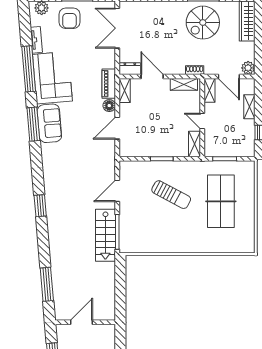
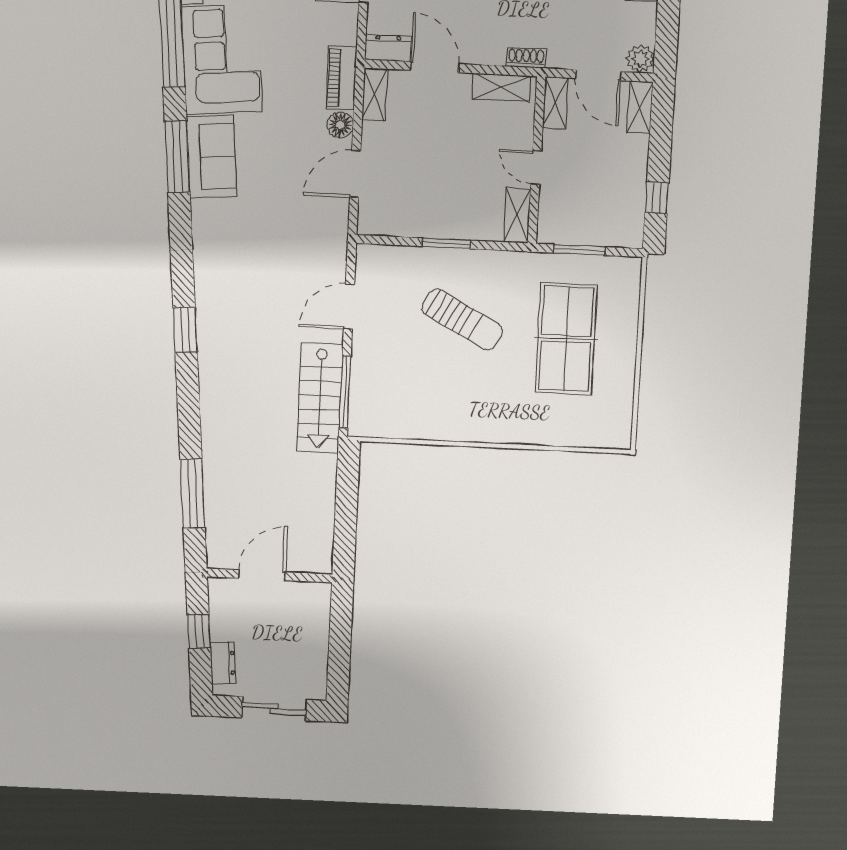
shelving: (249, 107) -> (640, 107), moved

